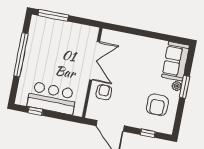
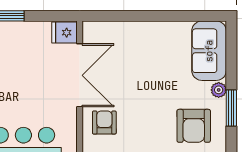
fridge: (90, 33) -> (65, 33), added
window: (185, 87) -> (231, 108), moved

